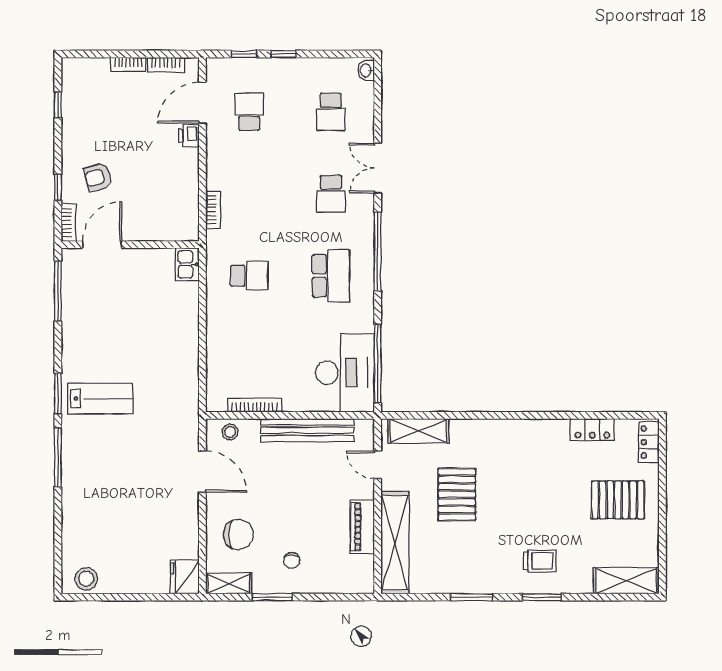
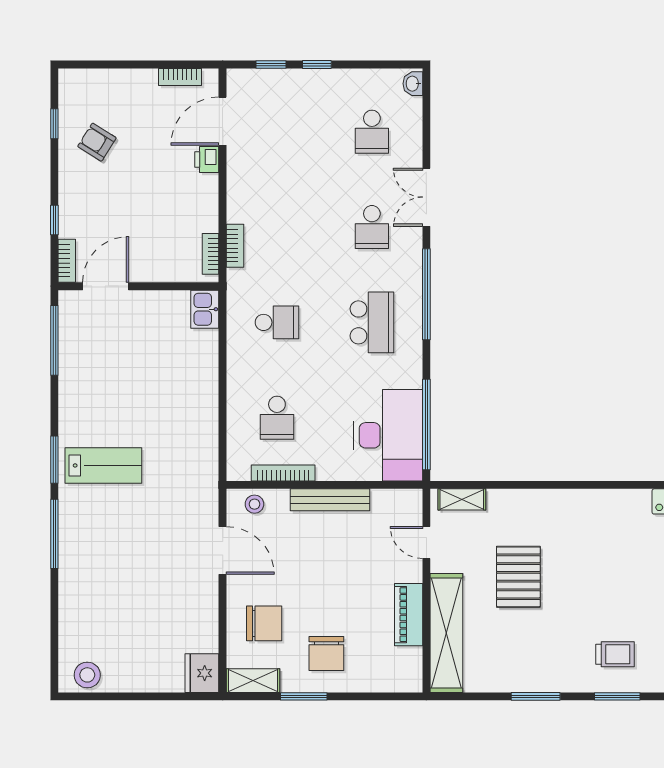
bookcase: (128, 64) -> (211, 254), moved, turned 90
school desk: (249, 112) -> (277, 418), moved, turned 180
armchair: (98, 177) -> (97, 142), moved, turned 47
bench: (307, 430) -> (330, 500), width x0.73, depth x0.82
shelving: (418, 431) -> (462, 499), width x0.67, depth x0.75
chair: (292, 560) -> (326, 653), width x1.87, depth x1.87

